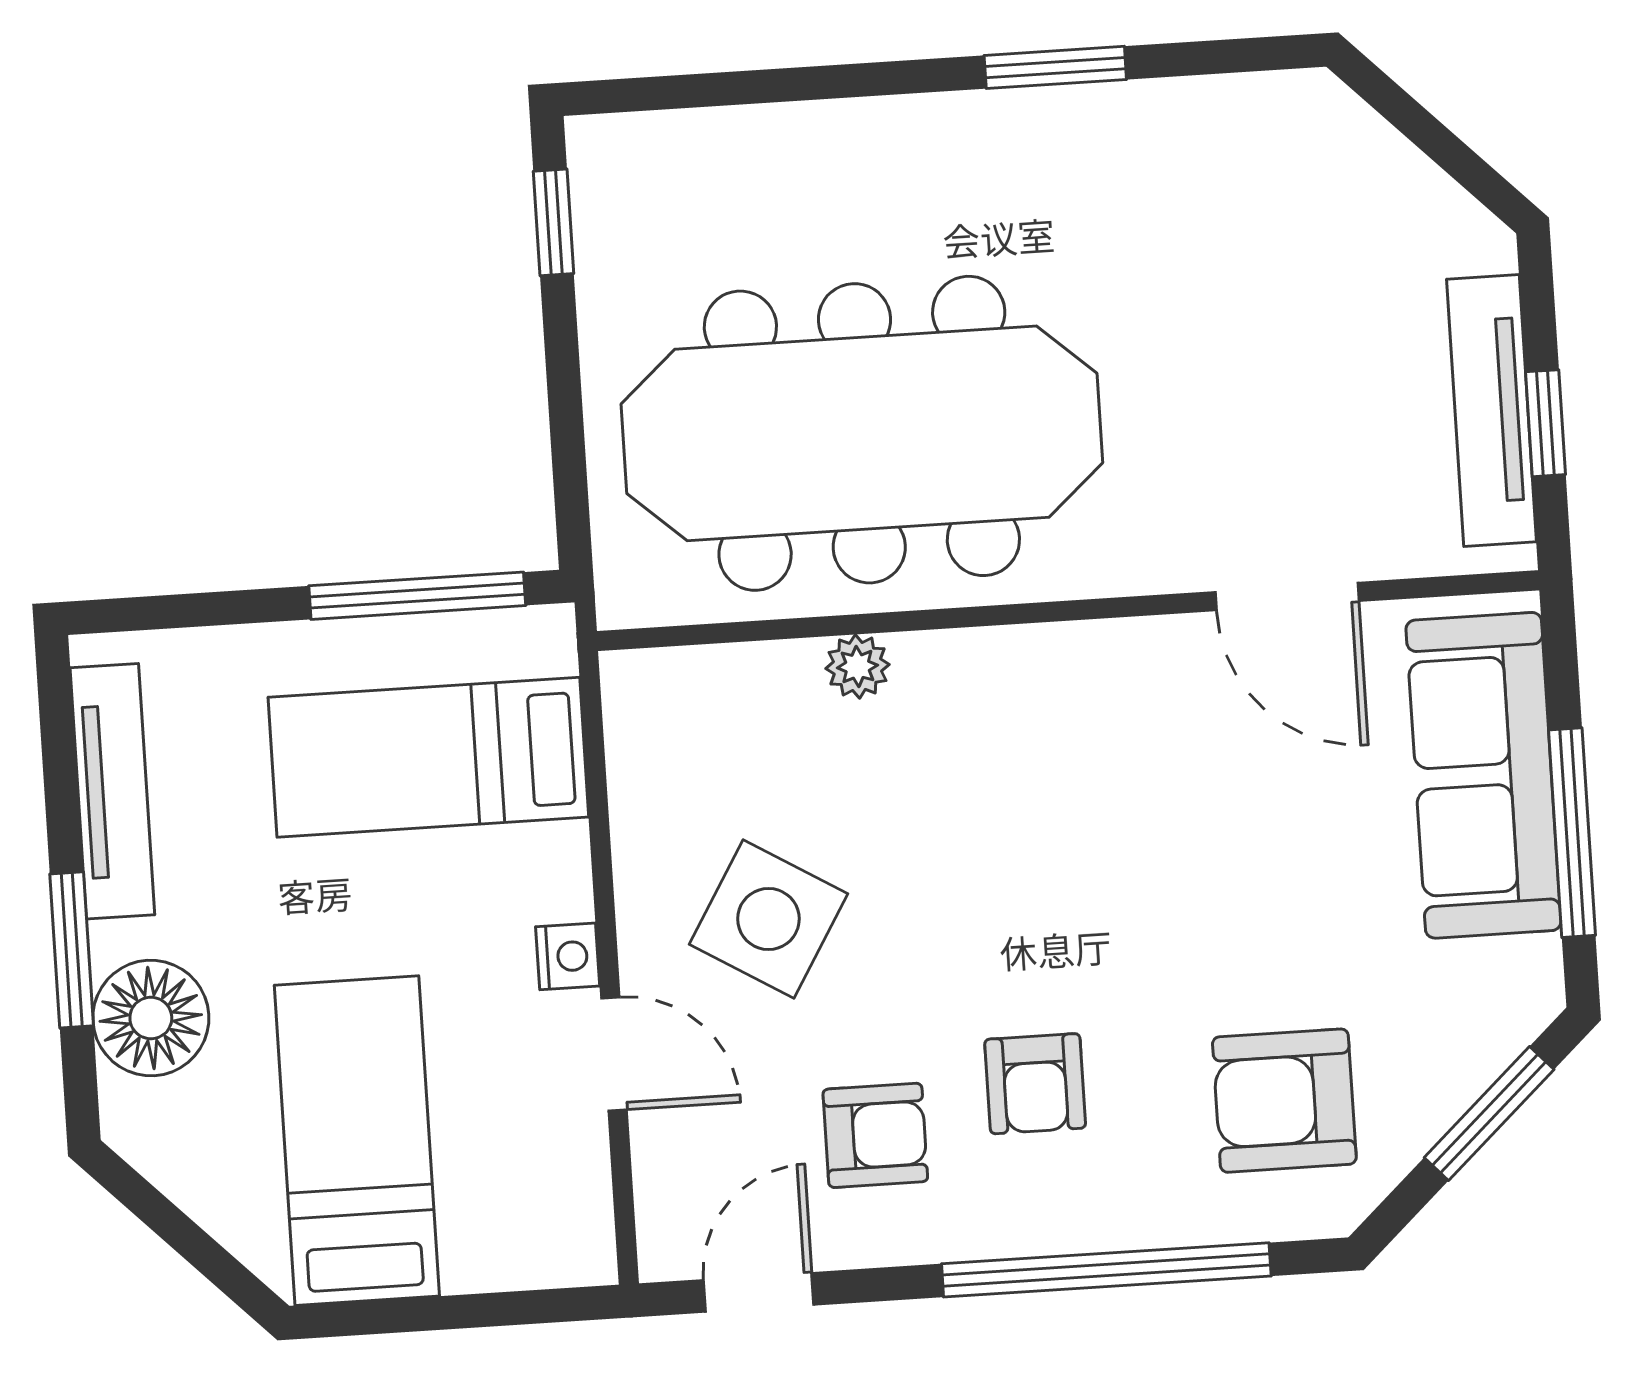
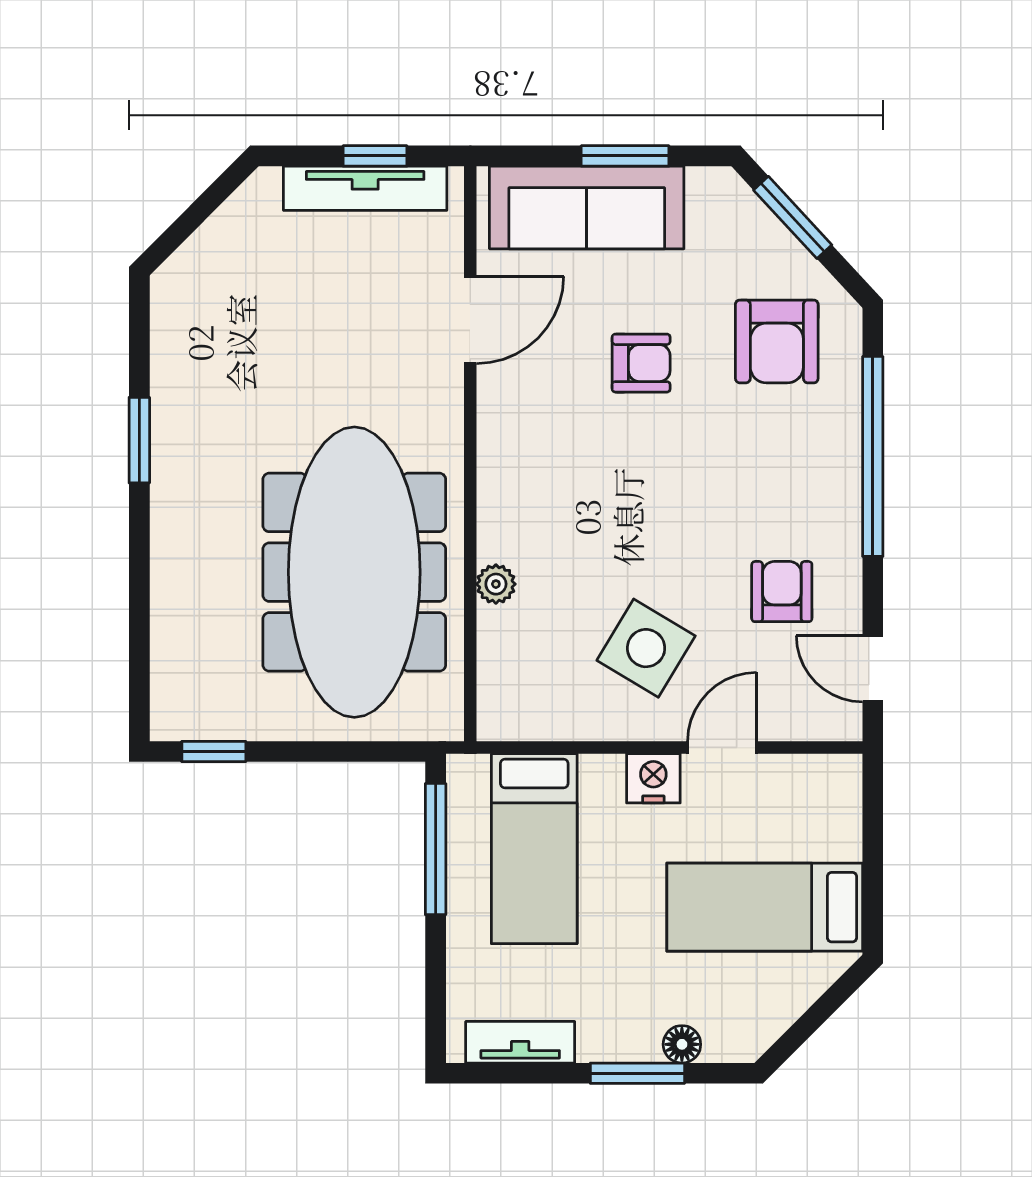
tv unit: (112, 791) -> (520, 1042), width x0.71
window: (1572, 833) -> (625, 156), width x0.69
nightstand: (568, 956) -> (653, 778), width x1.39, depth x1.35
floor lamp: (151, 1018) -> (682, 1044), width x0.53, depth x0.53
armchair: (1035, 1084) -> (641, 363), moved

